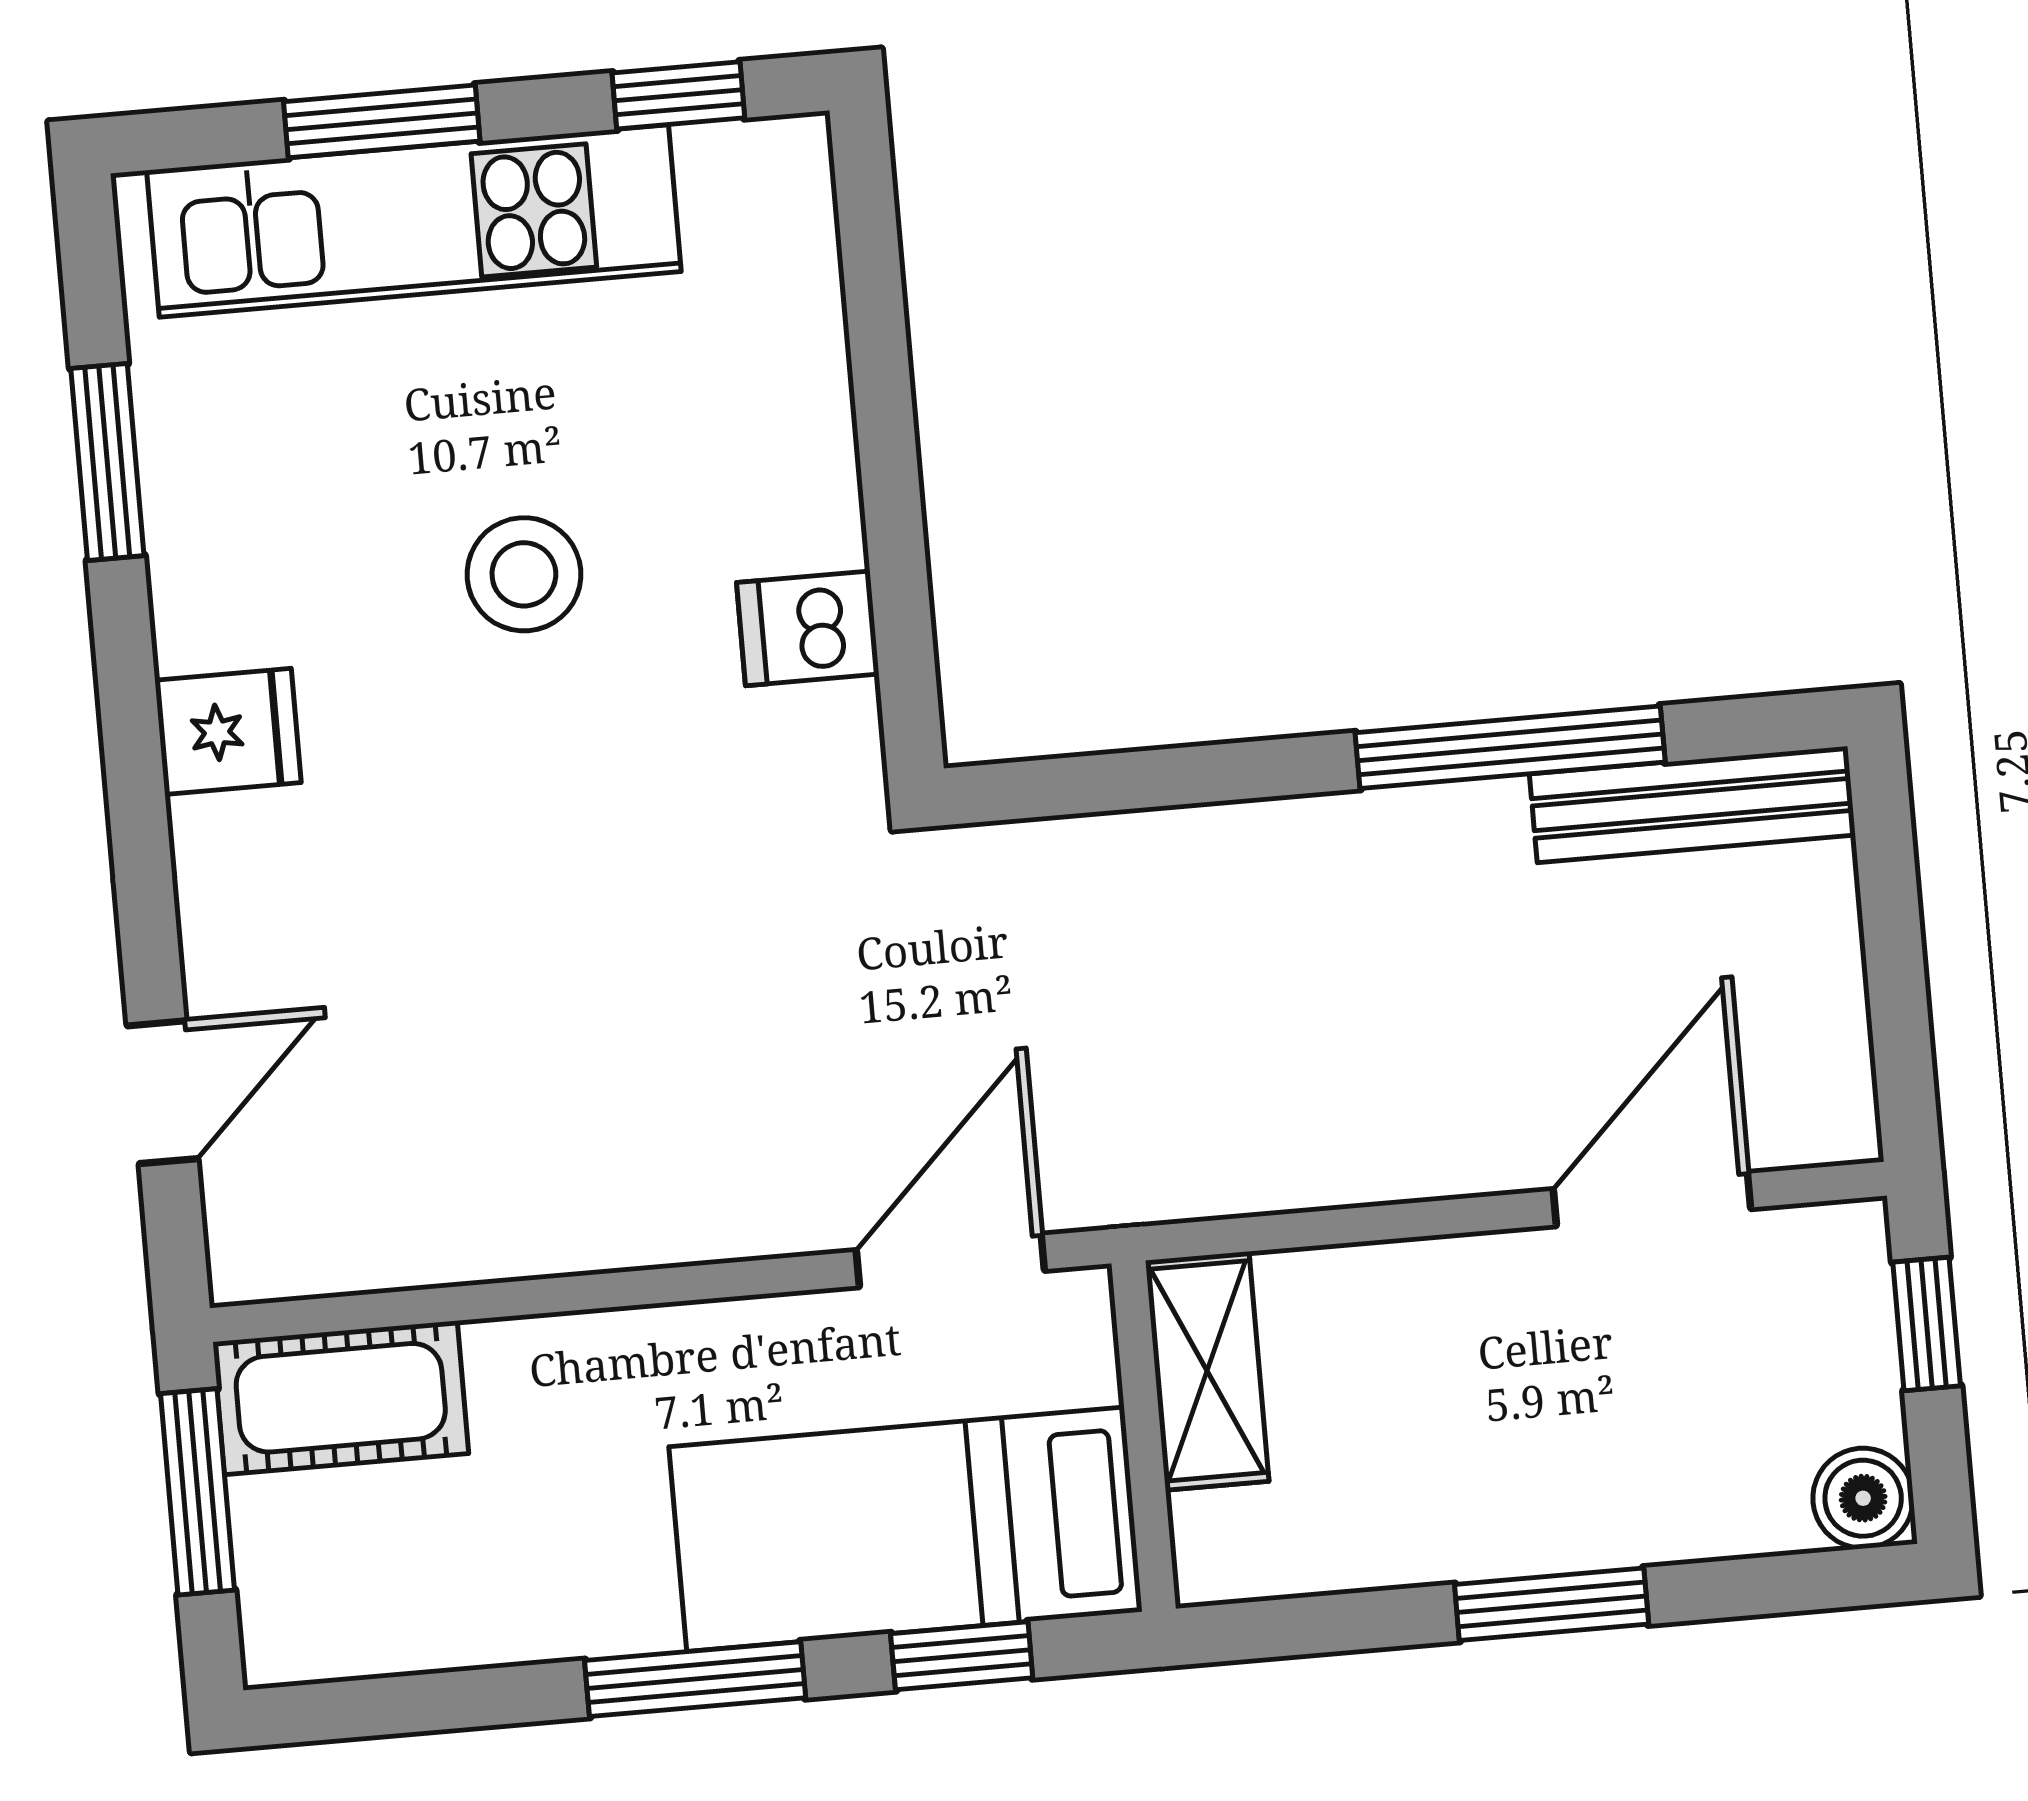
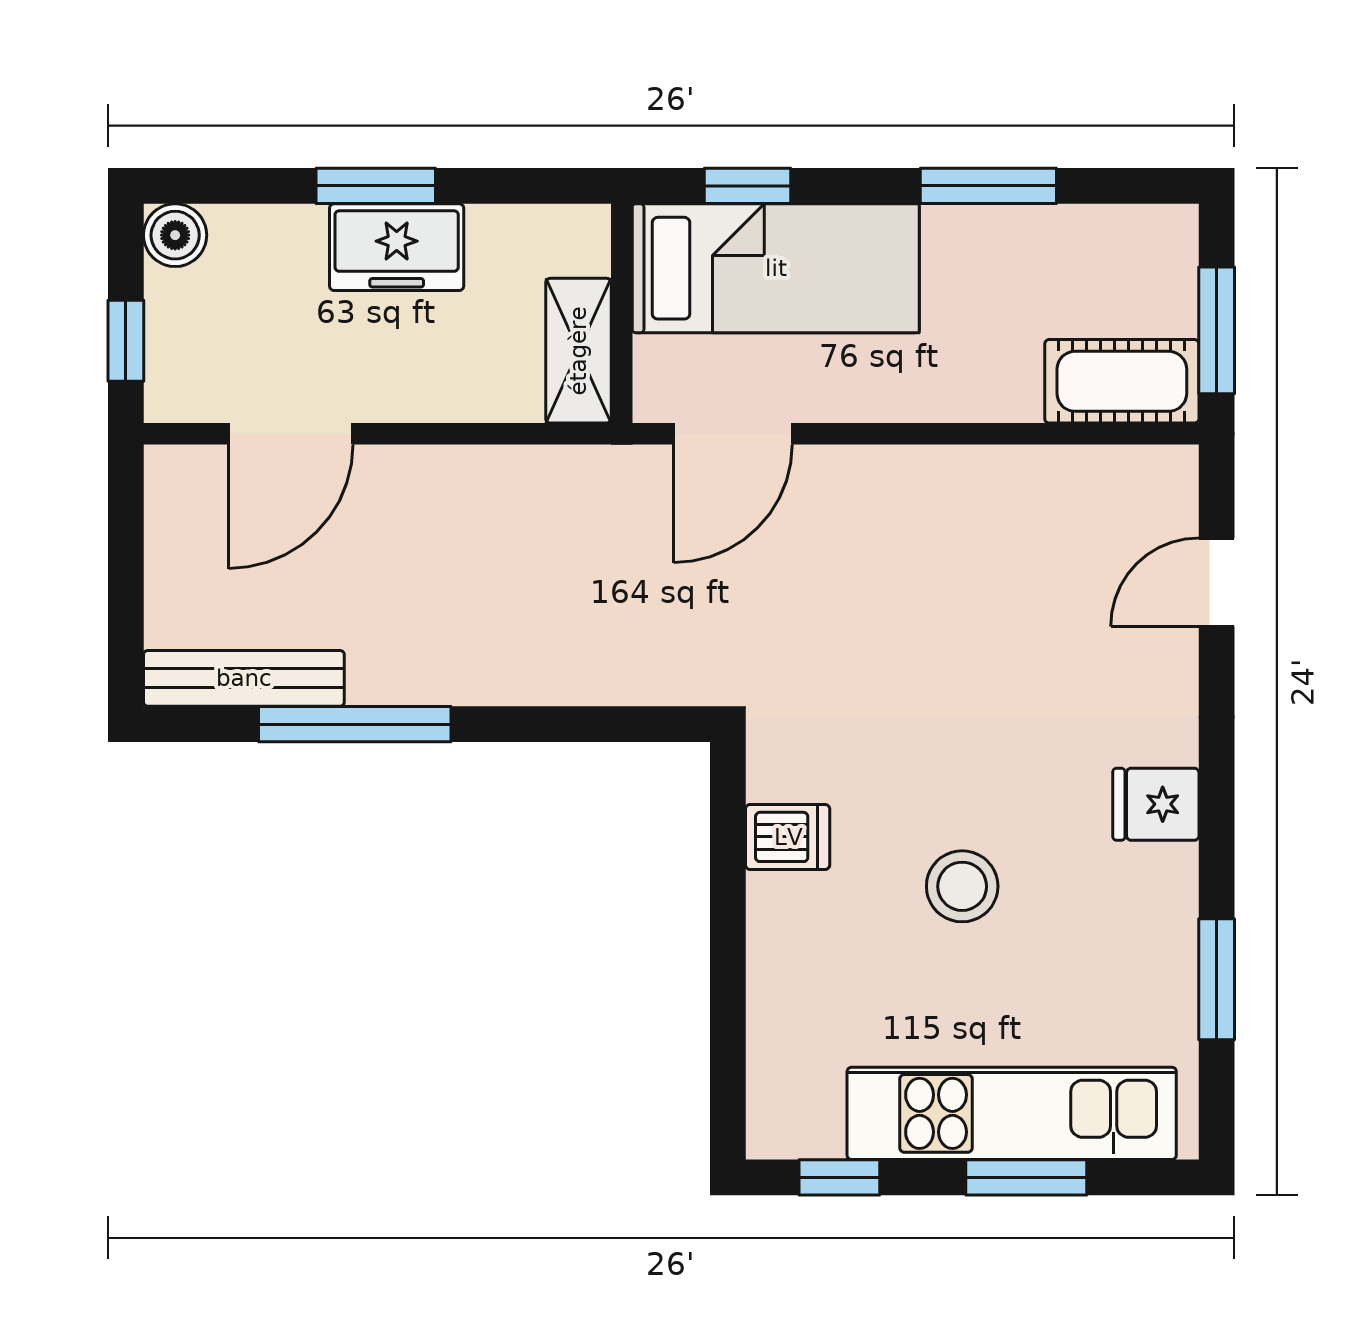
freezer: (1510, 1510) -> (397, 247), added
window: (695, 1679) -> (988, 186), moved

